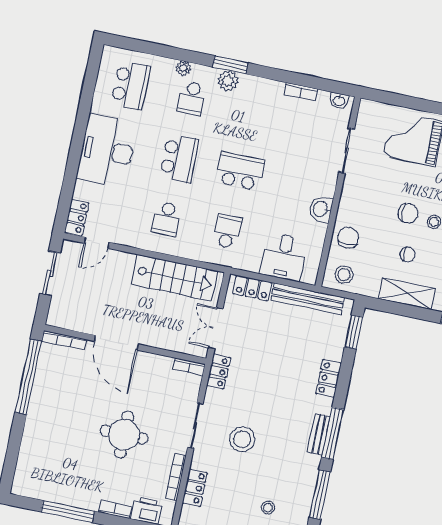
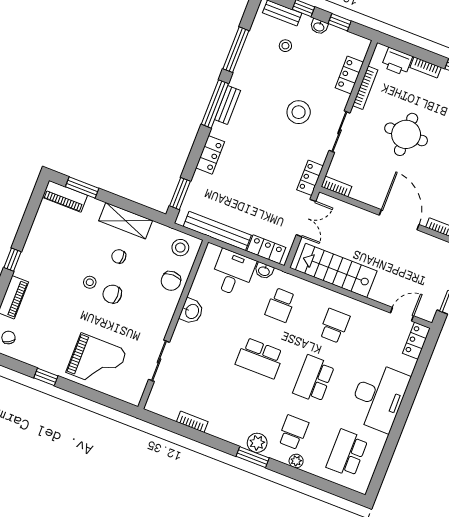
washbasin: (339, 101) -> (264, 271), moved, turned 180

